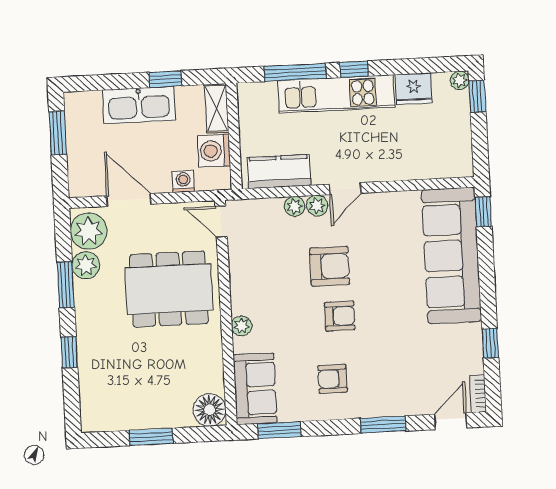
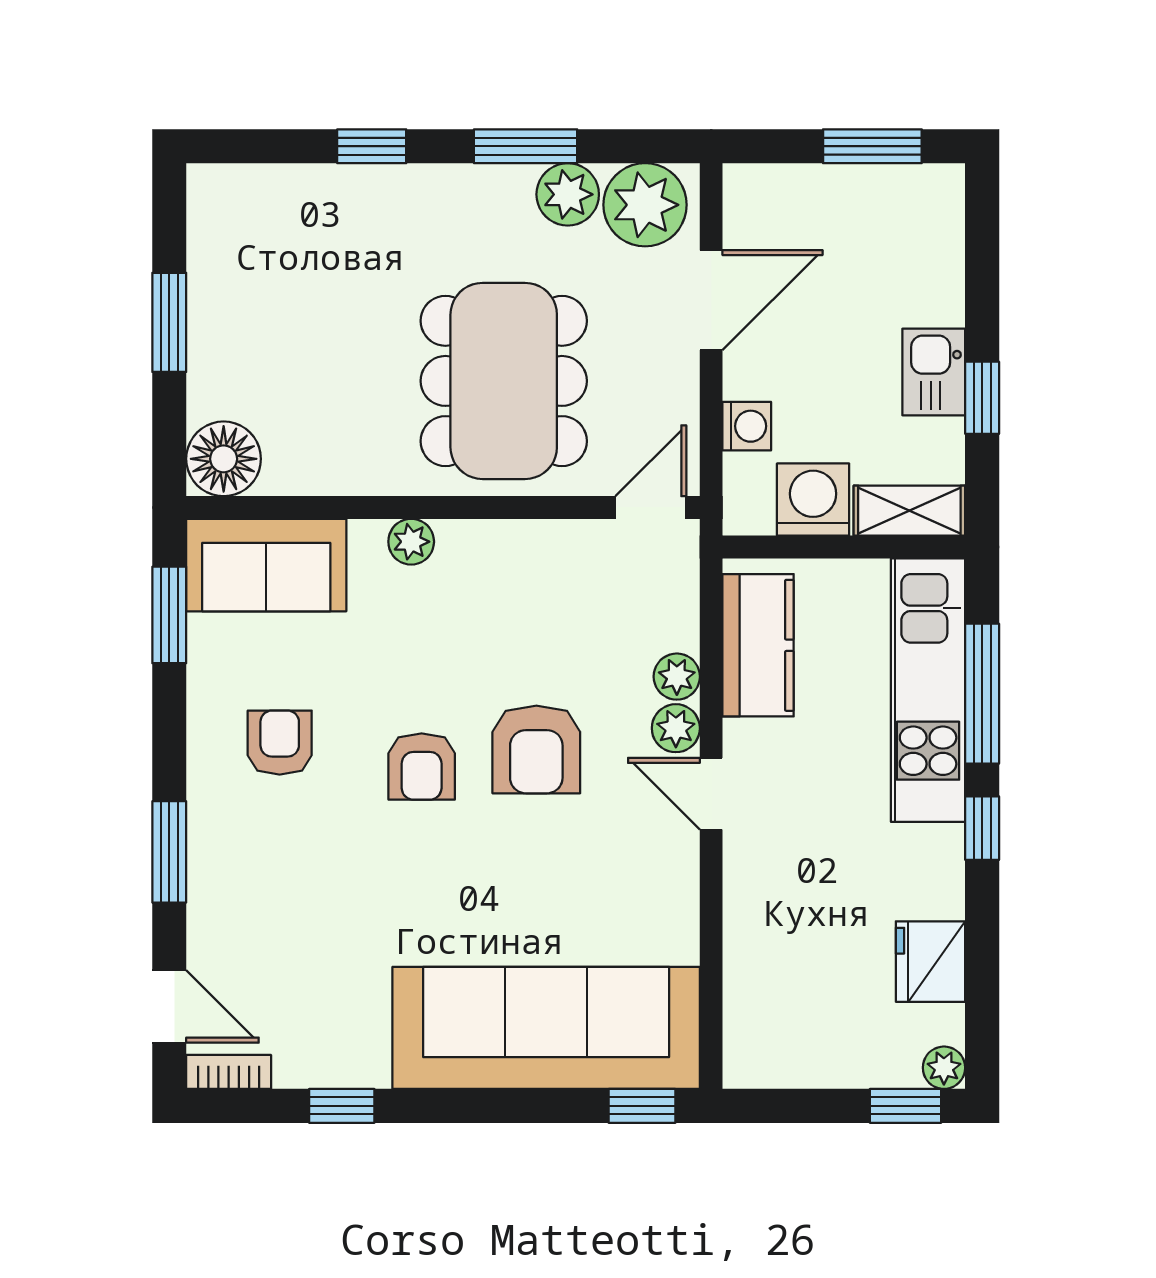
kitchen unit: (336, 94) -> (928, 690), moved
kitchen sink: (139, 105) -> (934, 372), width x0.53, depth x0.81

